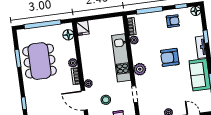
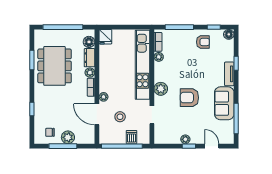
dresser: (71, 49) -> (90, 58), added
armchair: (170, 57) -> (189, 98), moved
kitchen unit: (121, 58) -> (142, 65), width x1.36

